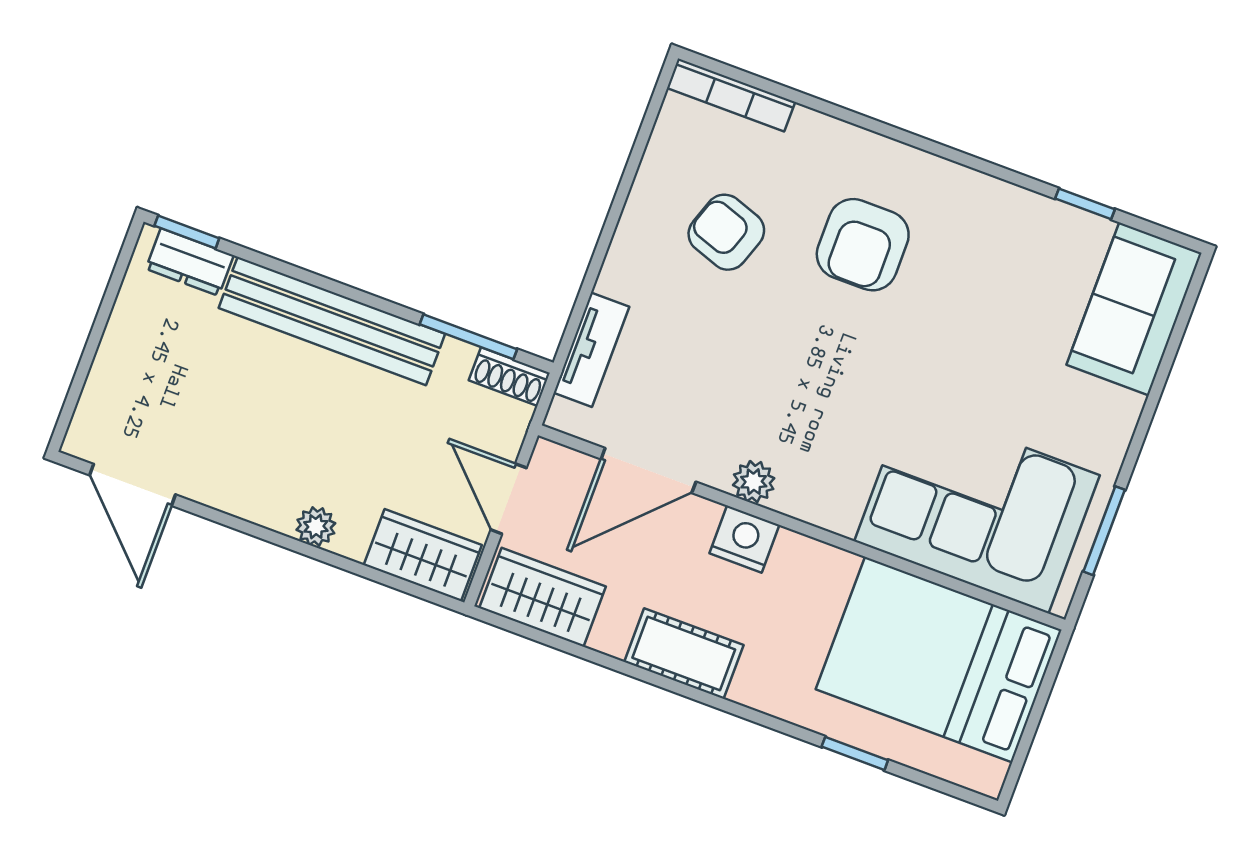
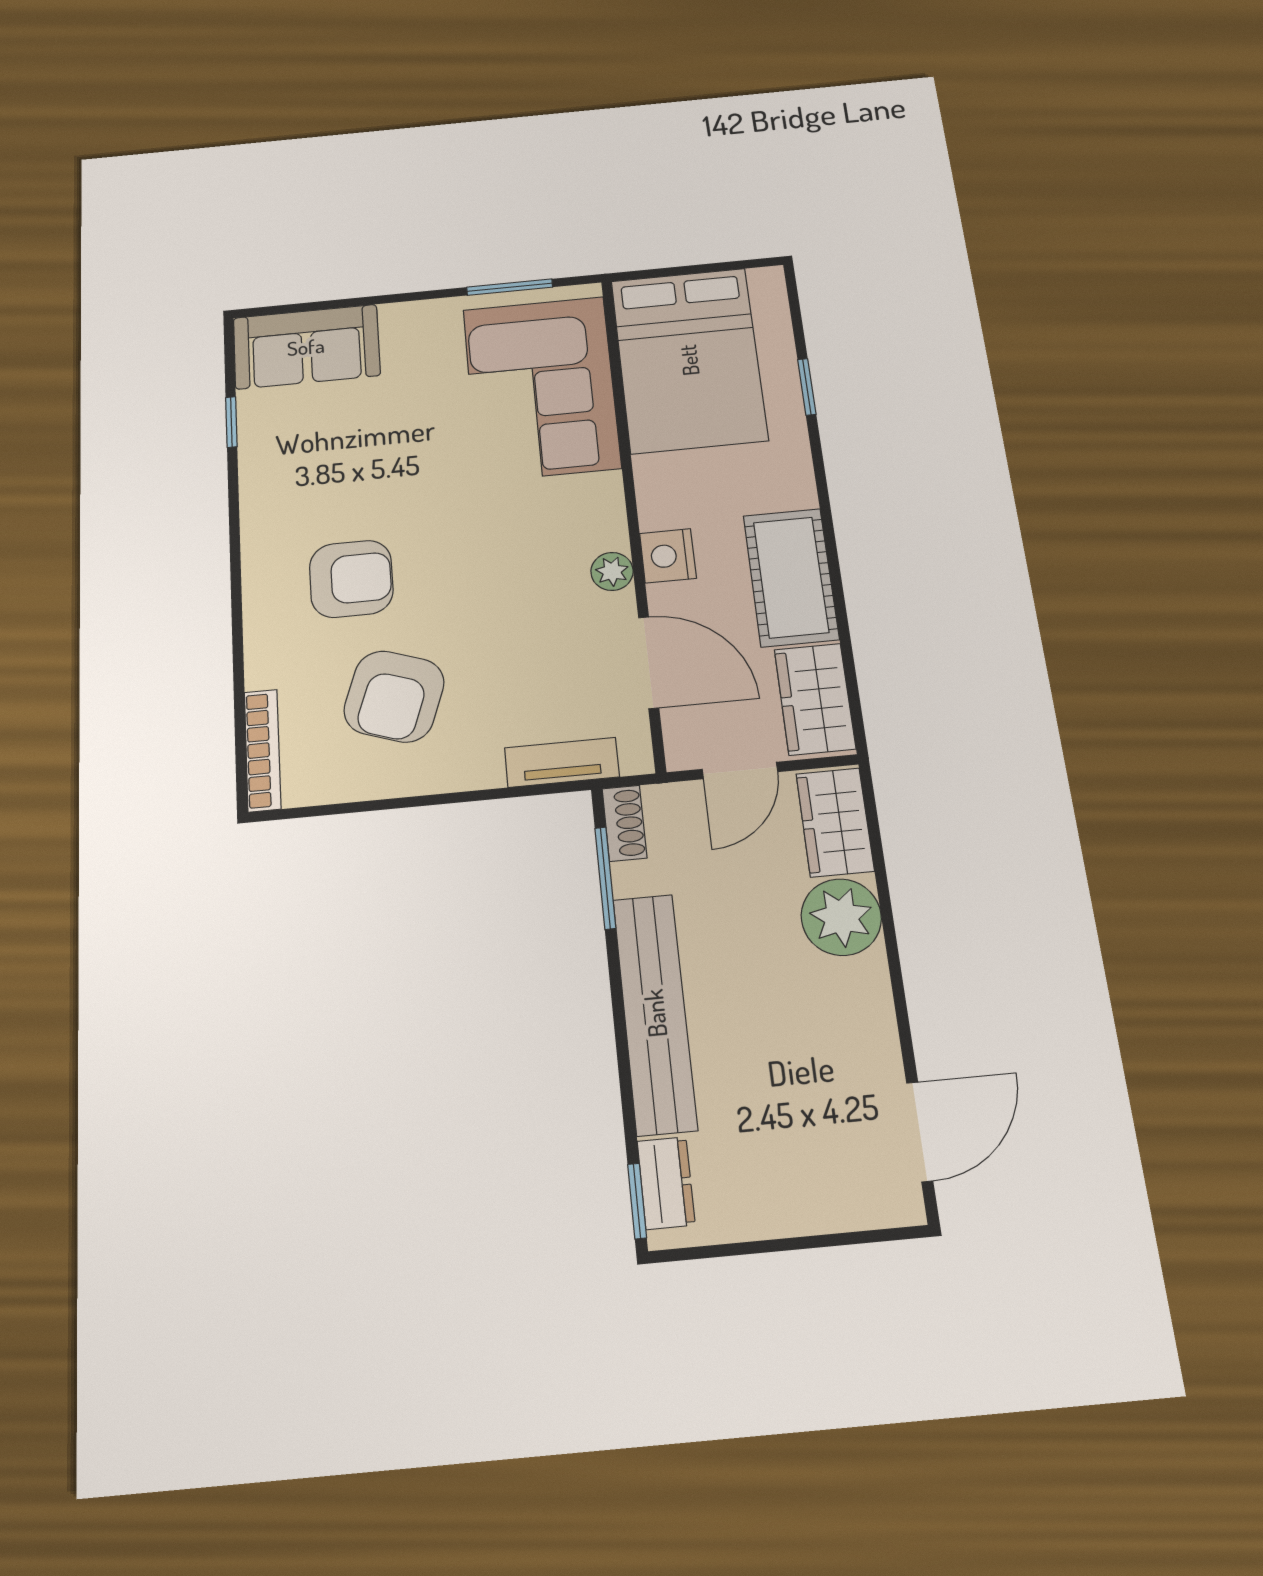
armchair: (726, 232) -> (394, 696), width x1.38, depth x1.38
plant: (316, 526) -> (841, 917), width x1.87, depth x1.87
cot: (684, 654) -> (791, 577), width x1.37, depth x1.34

